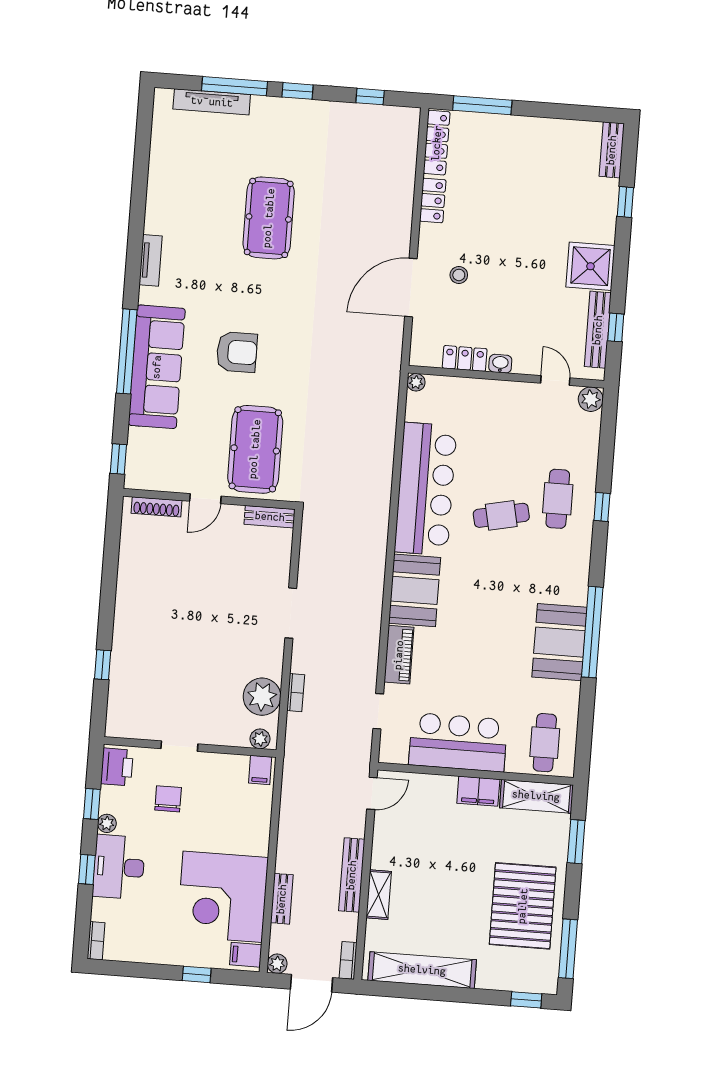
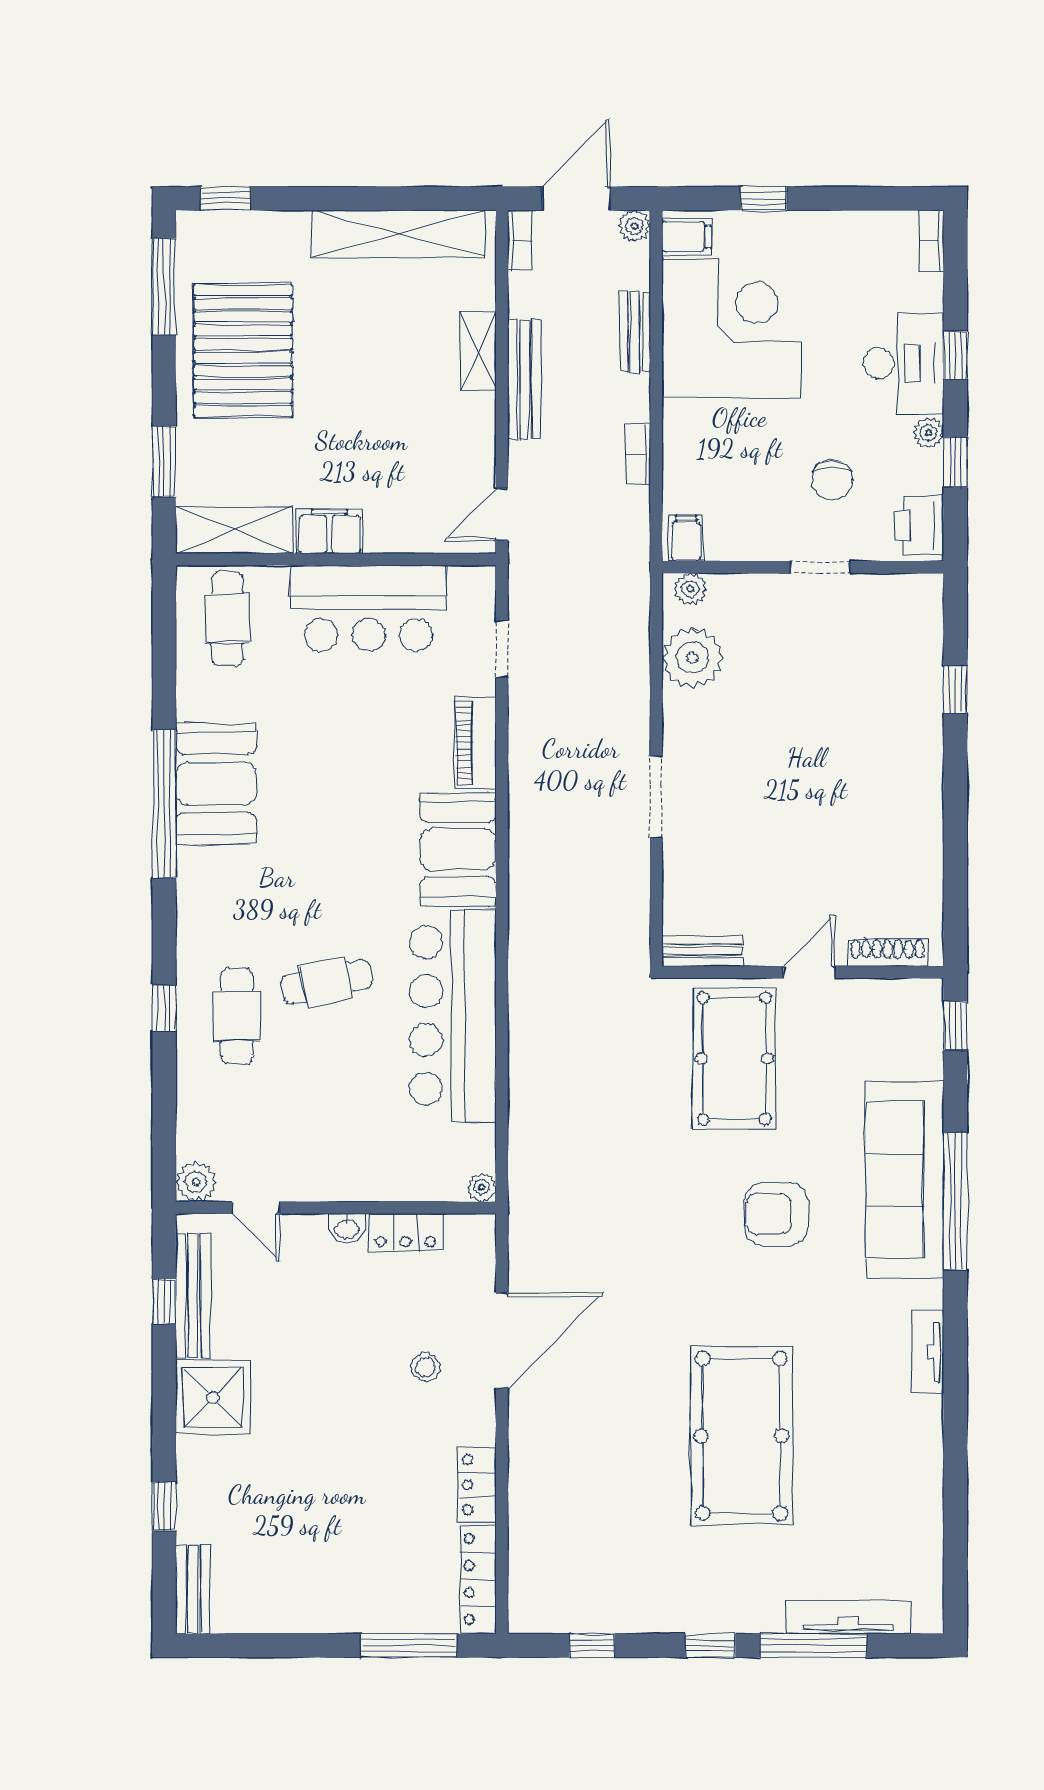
pool table: (269, 218) -> (741, 1436), width x1.36, depth x1.32
bookcase: (296, 693) -> (638, 454), moved

